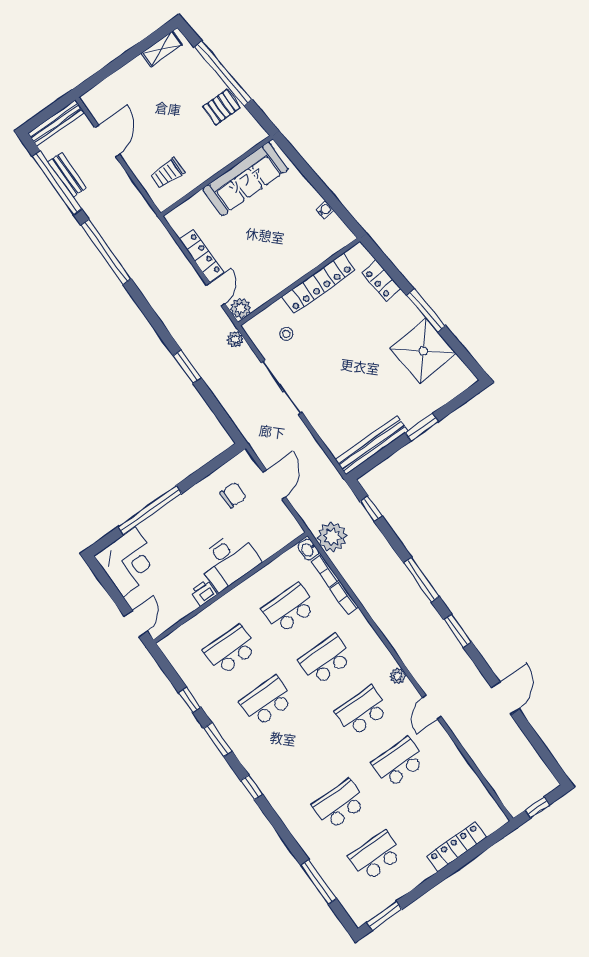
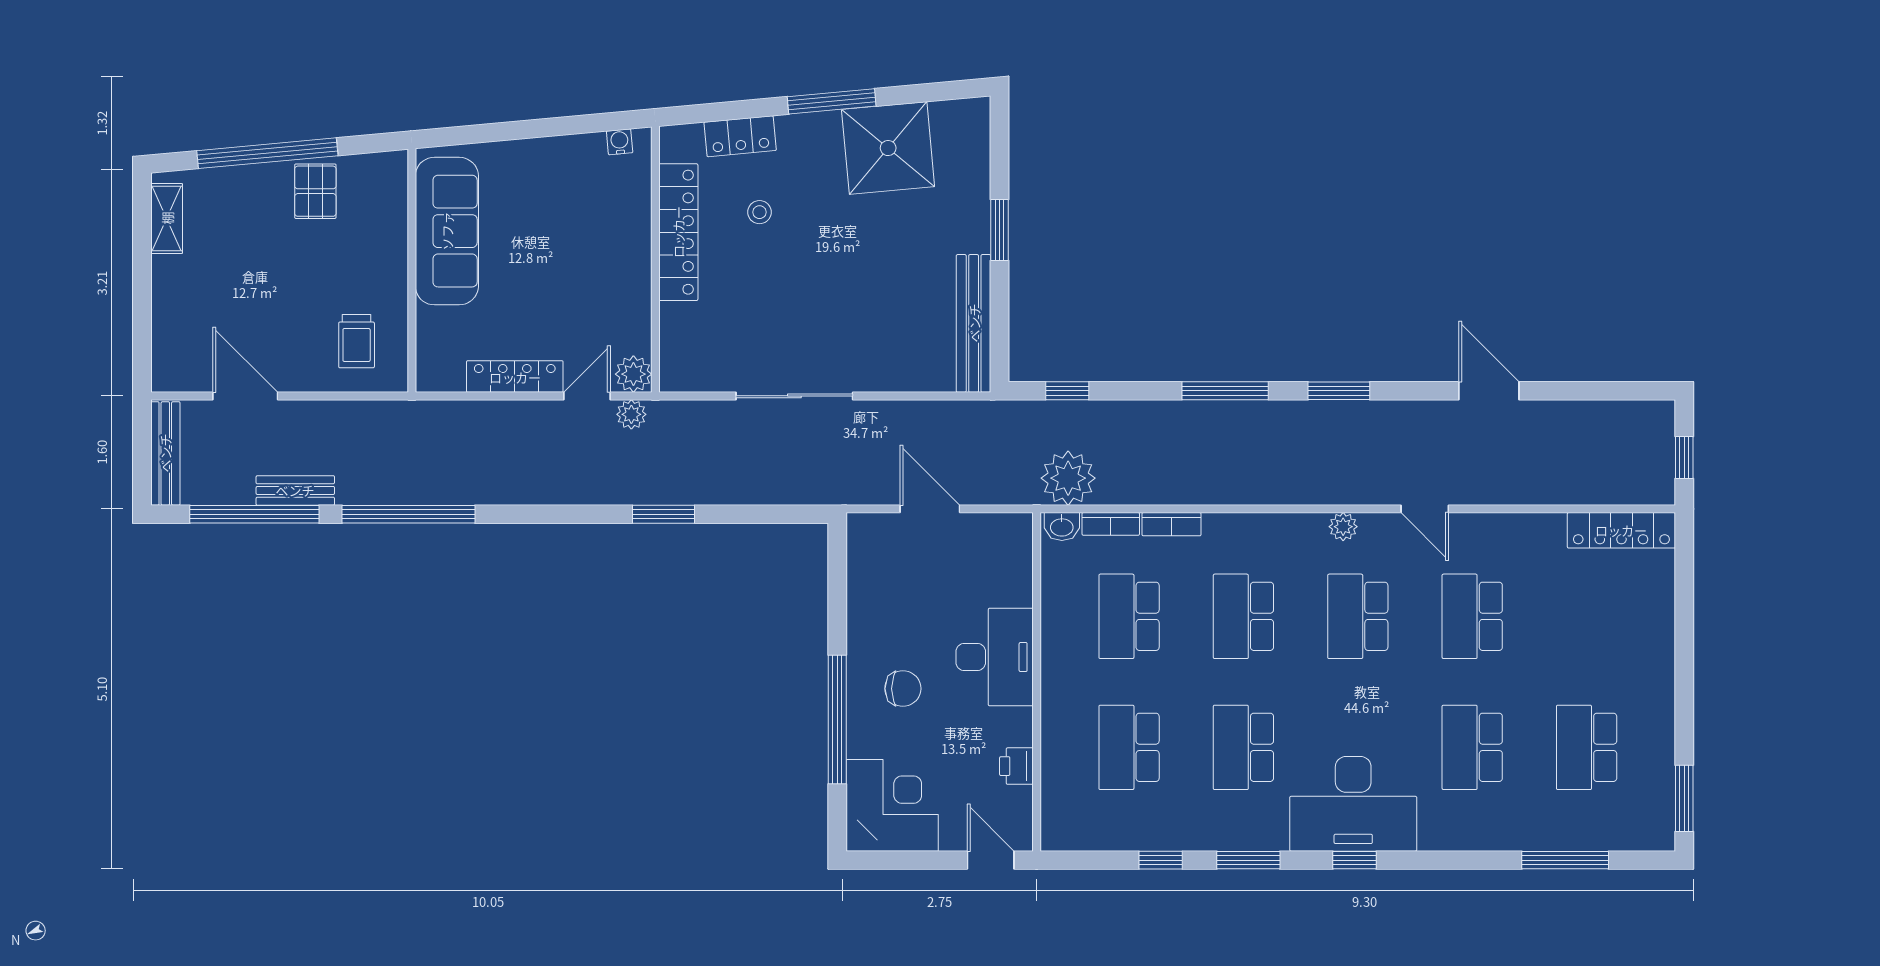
bench: (67, 175) -> (295, 490), moved
water cooler: (325, 210) -> (620, 142), moved
door: (216, 295) -> (587, 396), hinge flipped
stool: (286, 334) -> (759, 212), moved
plant: (235, 339) -> (631, 414), moved
chair: (233, 495) -> (903, 689), moved, turned 90
printer: (204, 593) -> (1016, 766), moved
desk: (276, 769) -> (1353, 804), added
locker: (457, 847) -> (1621, 530), moved, turned -90

